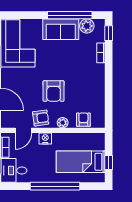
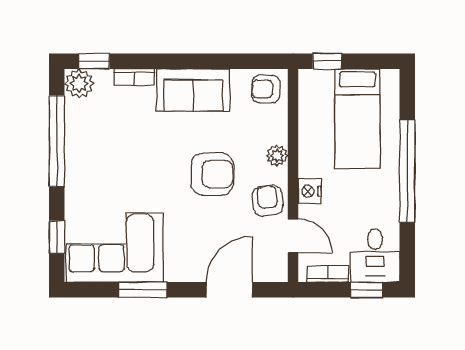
window: (23, 15) -> (57, 237), added
plant: (87, 26) -> (79, 83), moved
sofa: (61, 29) -> (193, 90), moved, turned 90
armchair: (83, 120) -> (266, 89), moved
window: (109, 162) -> (327, 61), moved

